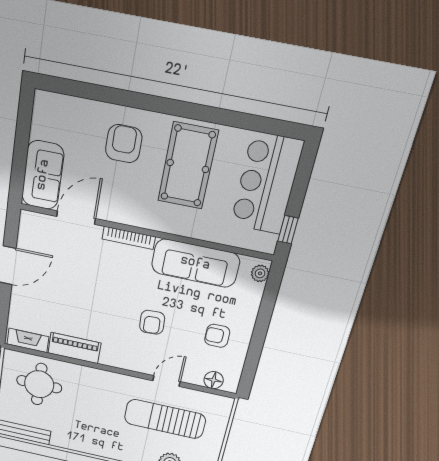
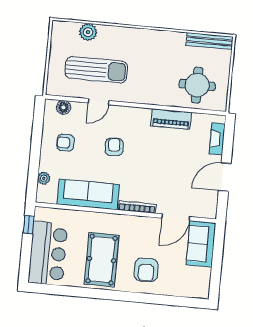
plant: (260, 273) -> (44, 178), moved
armchair: (217, 336) -> (66, 143), turned 180
fireplace: (28, 340) -> (217, 139), moved, turned 90

